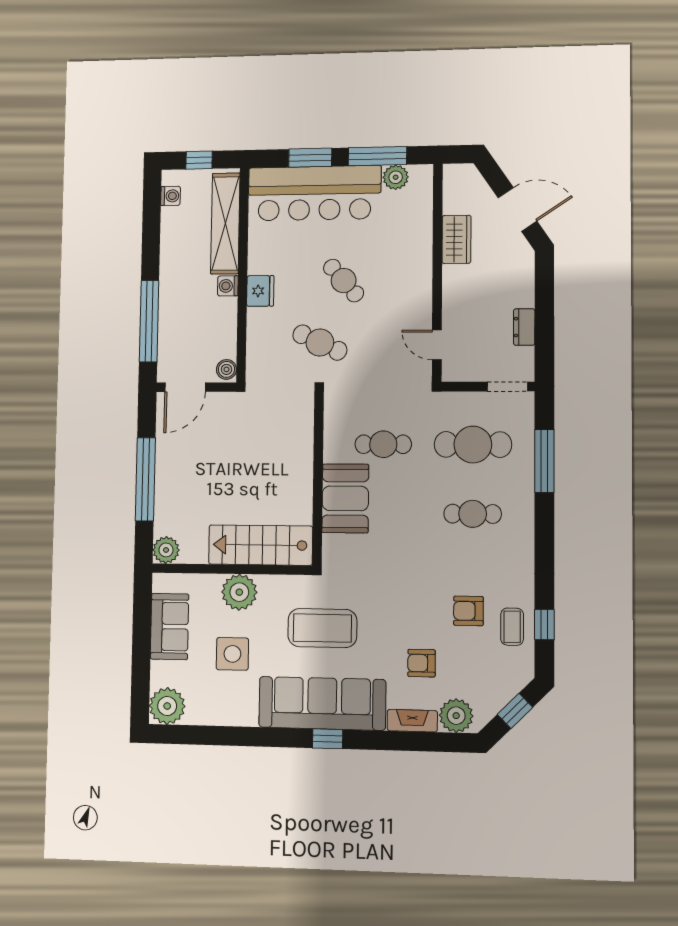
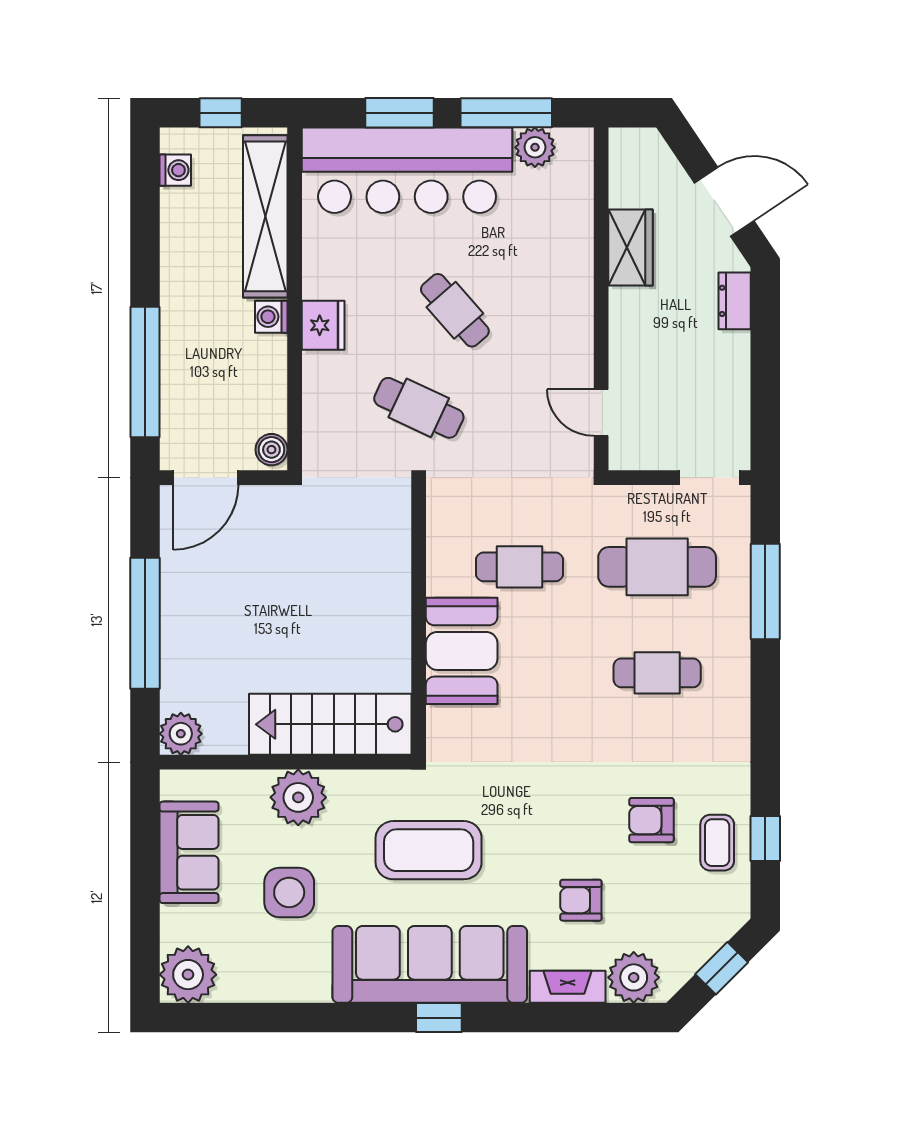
dresser: (524, 327) -> (735, 301), moved

